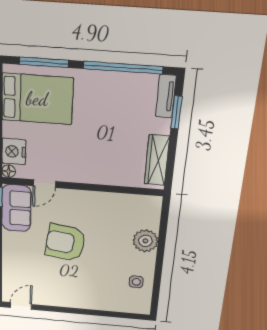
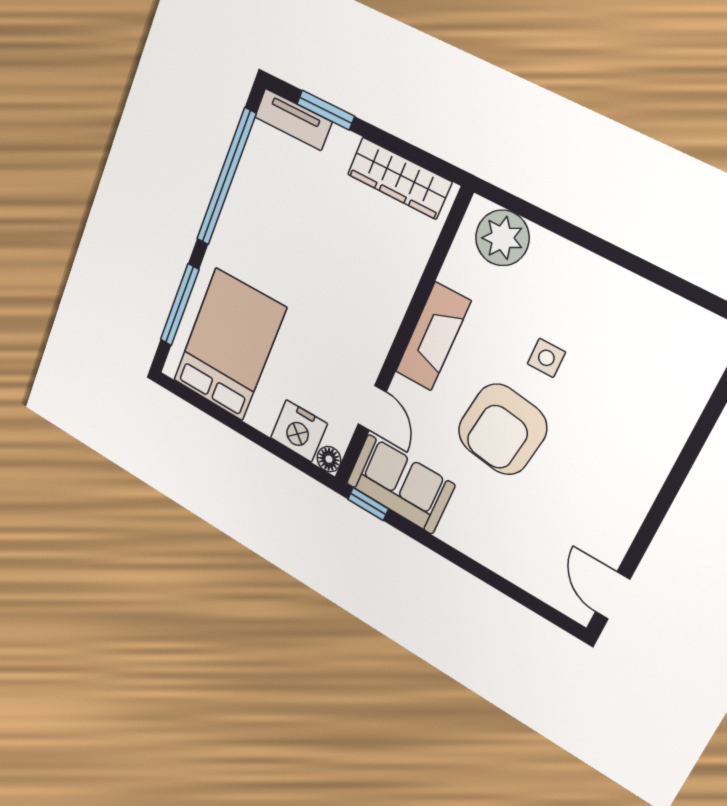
fireplace: (91, 200) -> (433, 336), added
plant: (145, 241) -> (502, 238), moved
side table: (136, 282) -> (546, 358), moved

